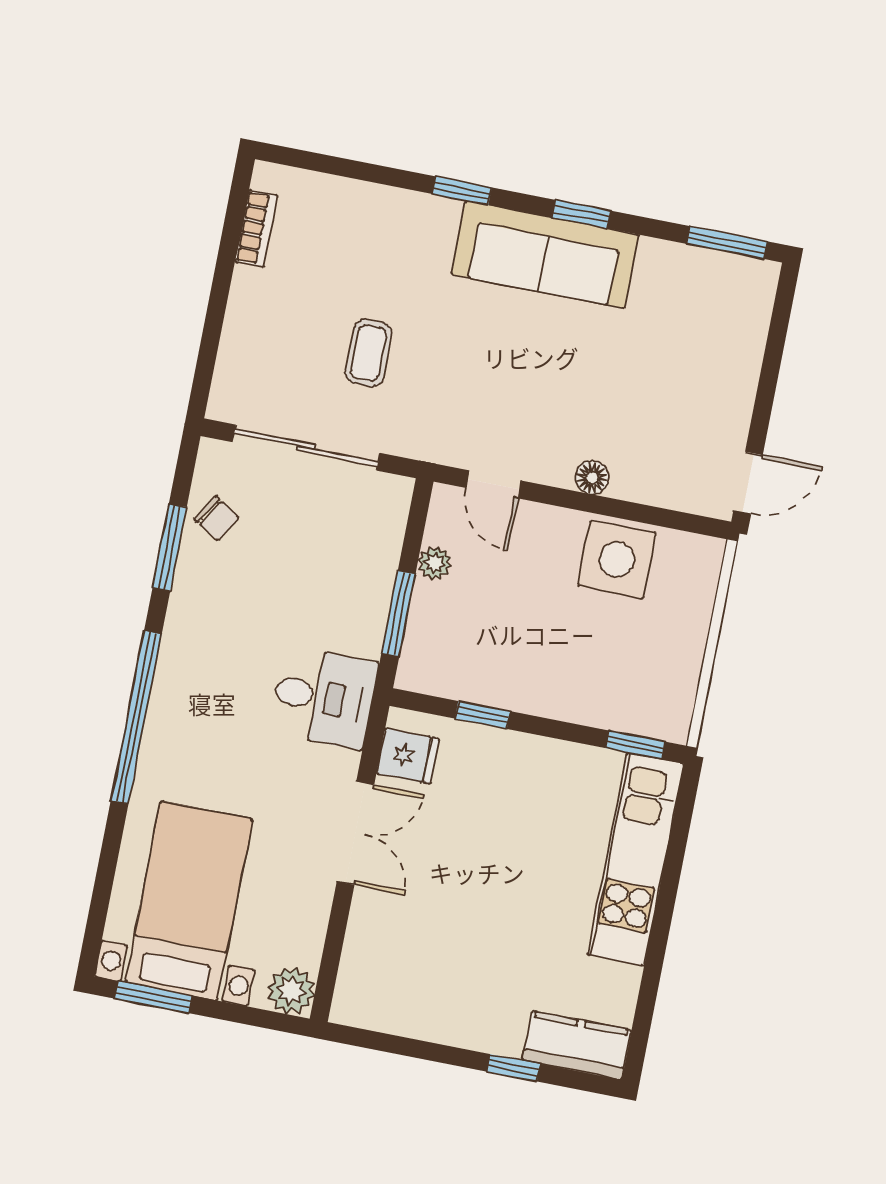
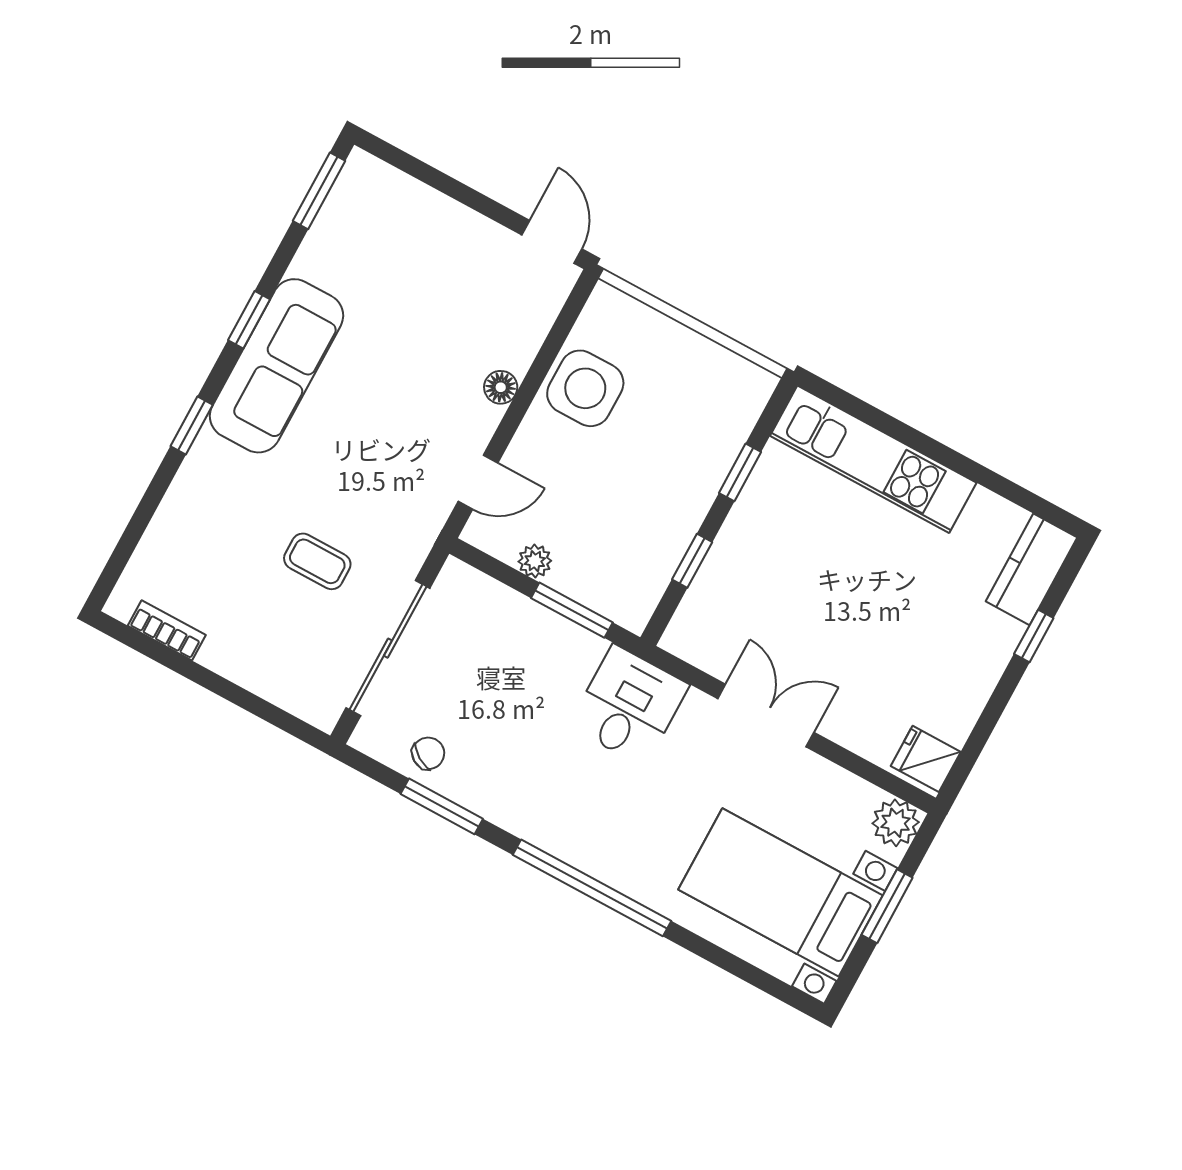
window: (635, 745) -> (740, 472), moved
fridge: (408, 756) -> (926, 759), moved, turned -90
window: (153, 997) -> (887, 906), moved

